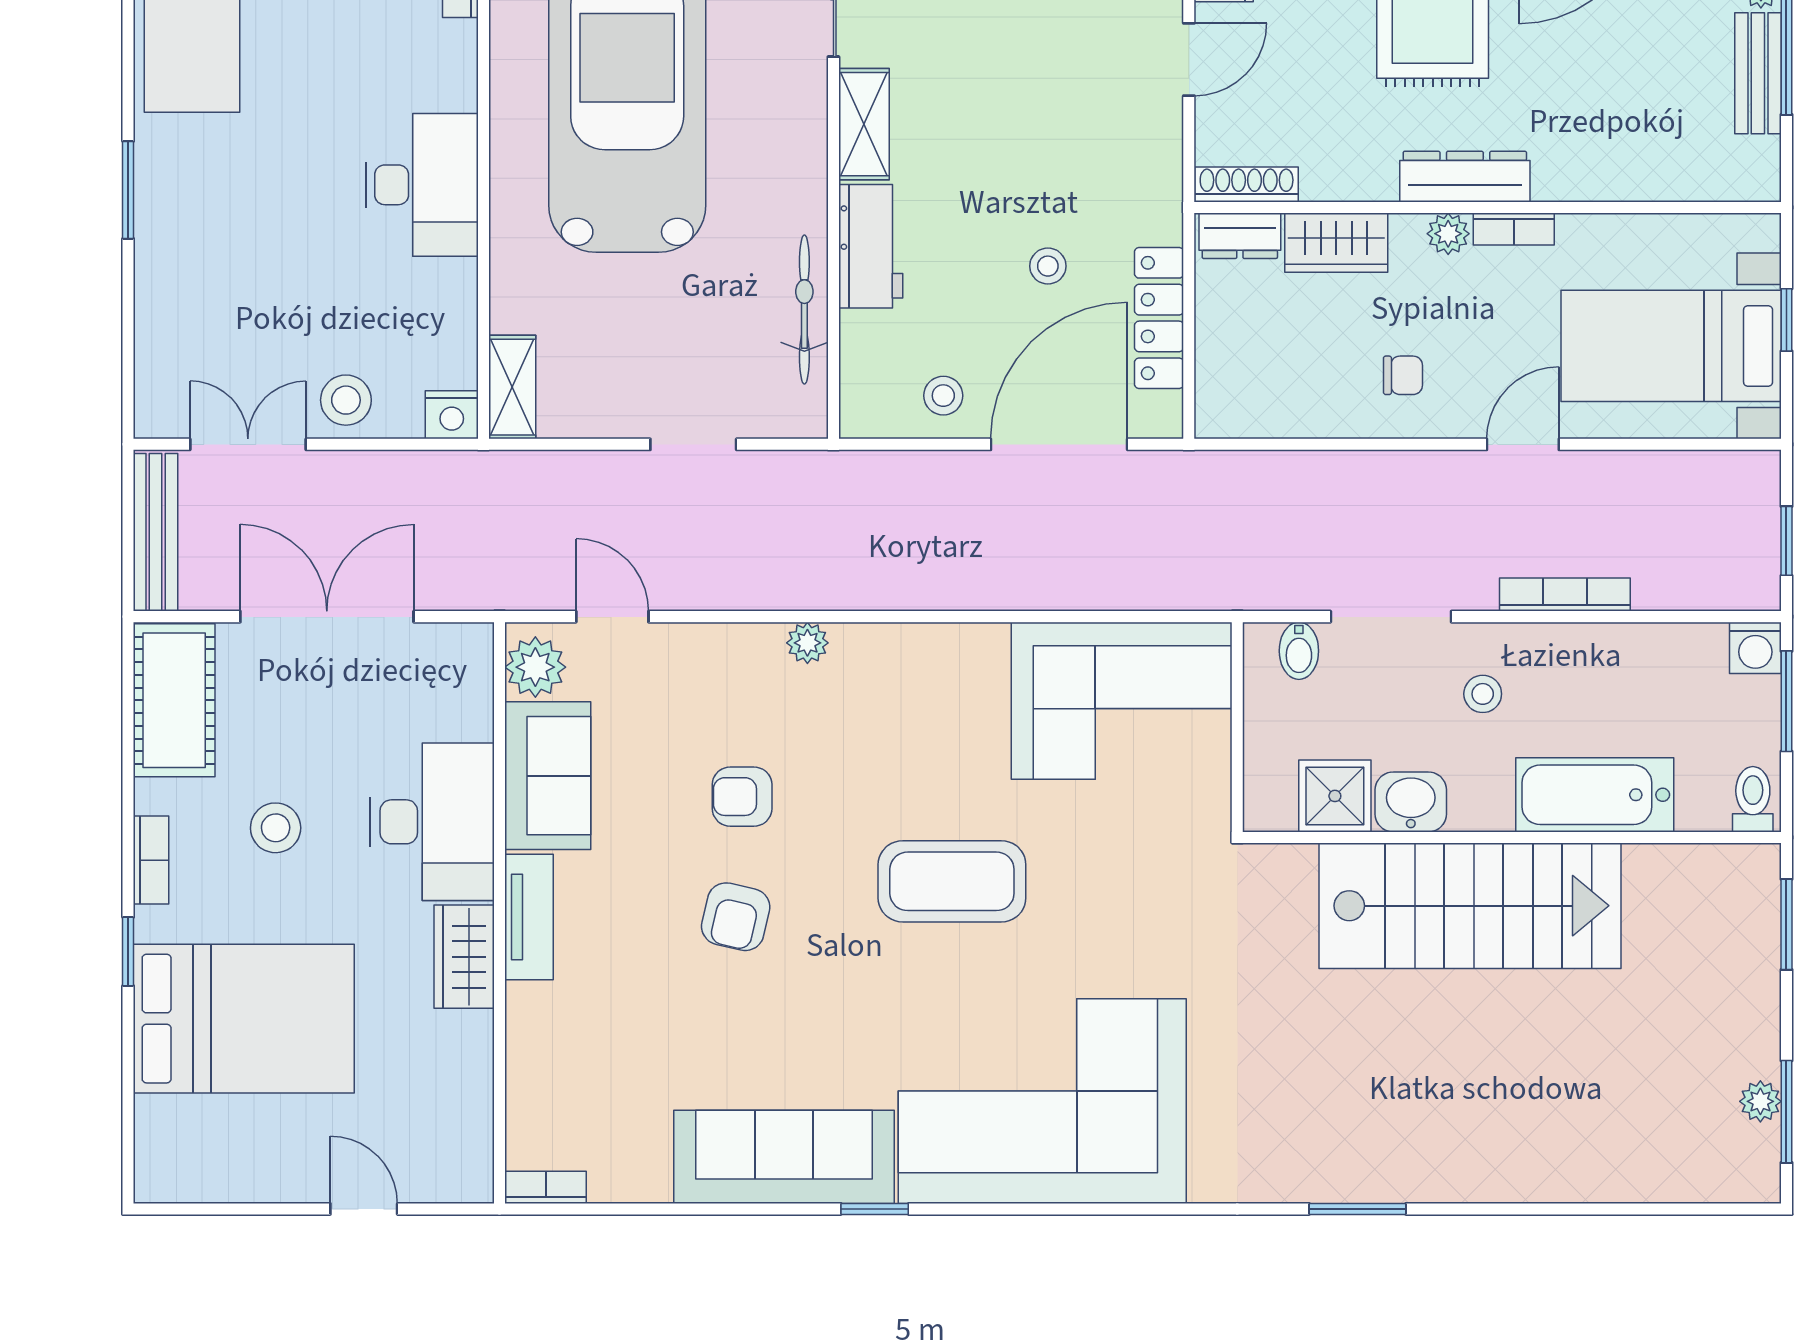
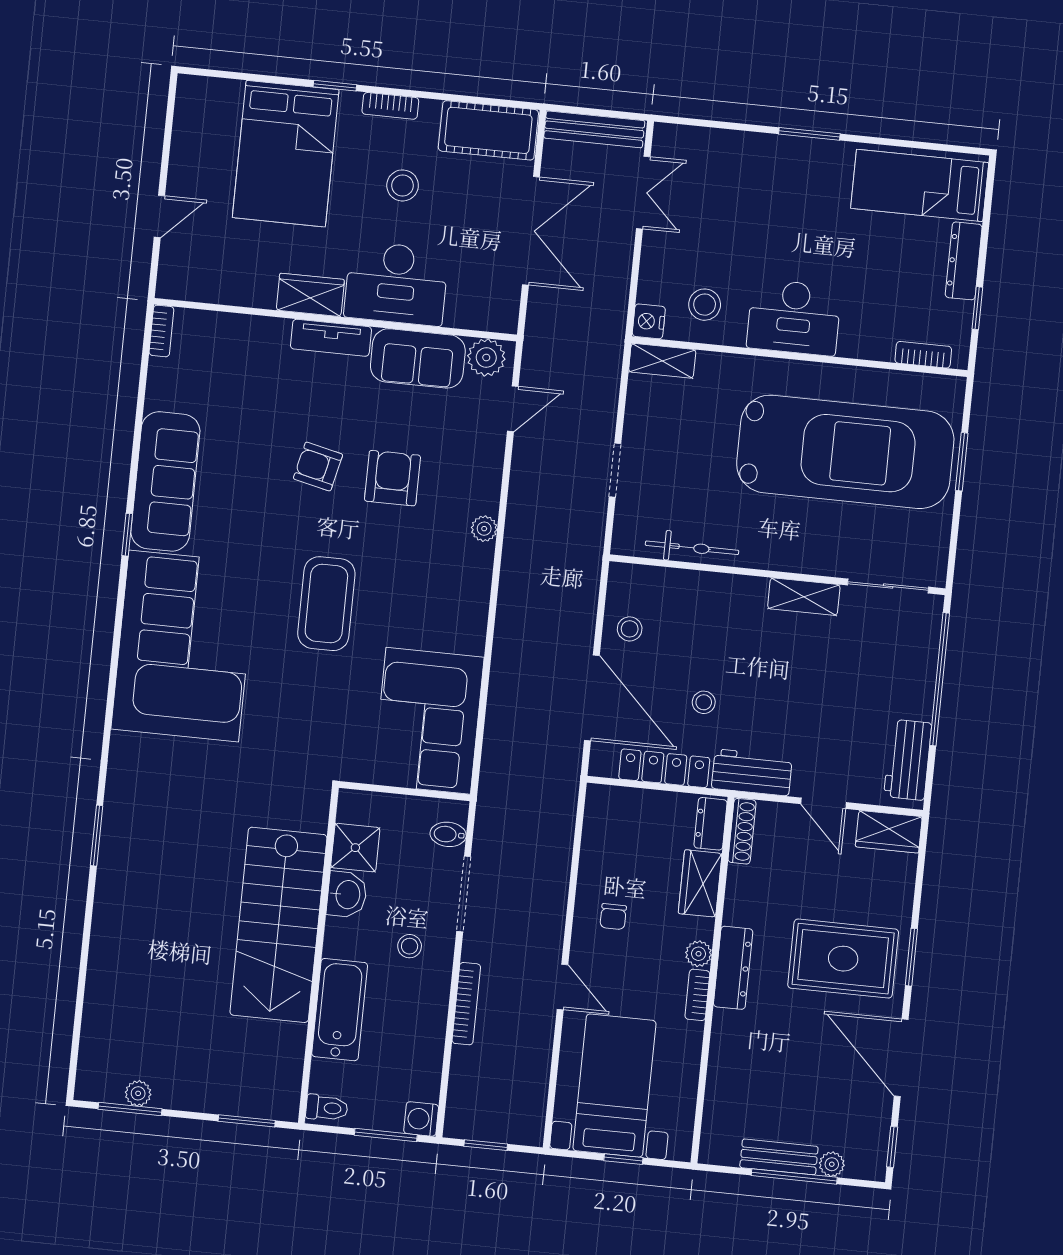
workbench: (871, 246) -> (752, 772), moved, turned 180
stool: (346, 400) -> (705, 305), moved
armchair: (742, 797) -> (392, 478), width x1.38, depth x1.38

